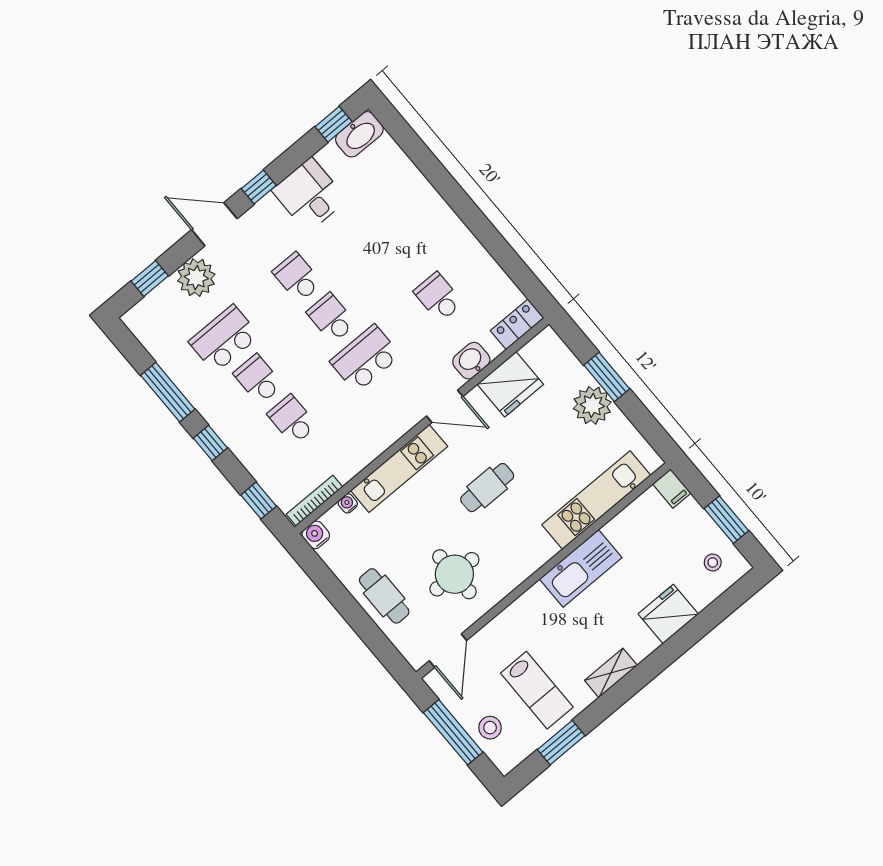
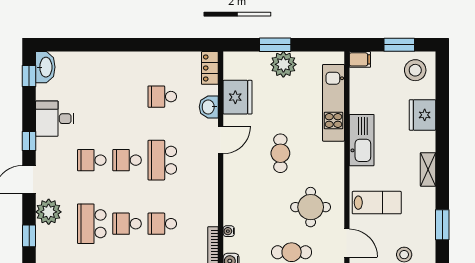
kitchen unit: (399, 468) -> (233, 190), removed
stool: (713, 562) -> (415, 70), width x1.89, depth x1.89
lab bench: (537, 690) -> (377, 203), moved

